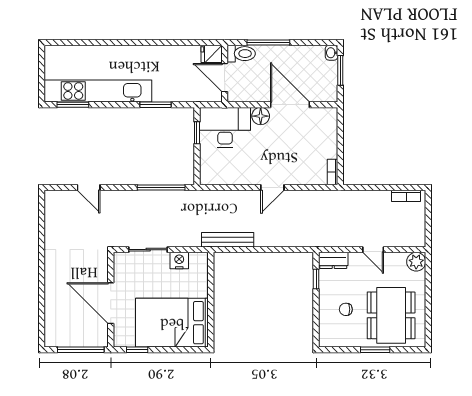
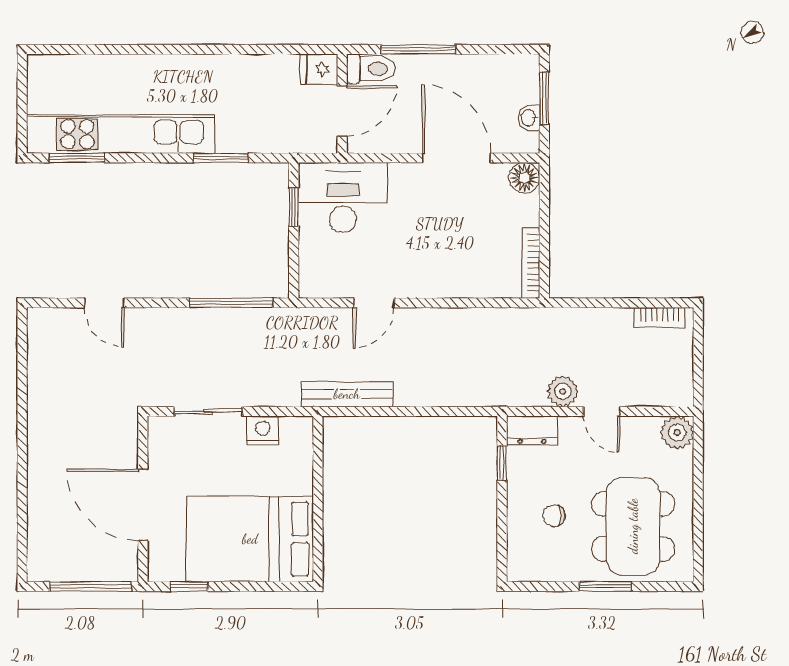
washbasin: (332, 53) -> (529, 118), moved
door: (225, 78) -> (342, 111), swing flipped
floor lamp: (261, 116) -> (524, 178), moved
bookcase: (332, 172) -> (531, 263), width x1.56
door: (272, 188) -> (374, 303), moved
plant: (351, 238) -> (563, 391), added

